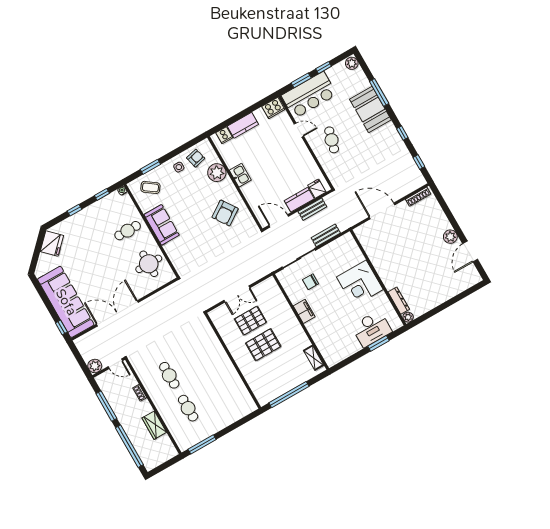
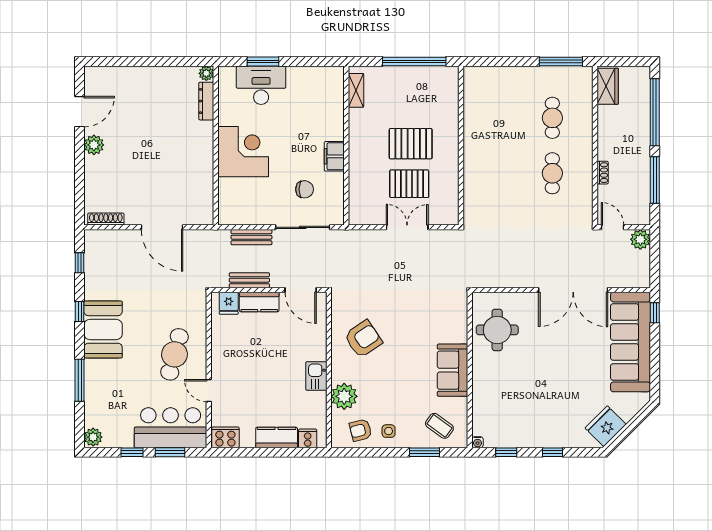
booth: (370, 110) -> (103, 329), moved
cafe table: (332, 140) -> (174, 354), width x1.37, depth x1.35
cafe table: (128, 231) -> (500, 388), removed
wardrobe: (154, 425) -> (608, 86), moved

